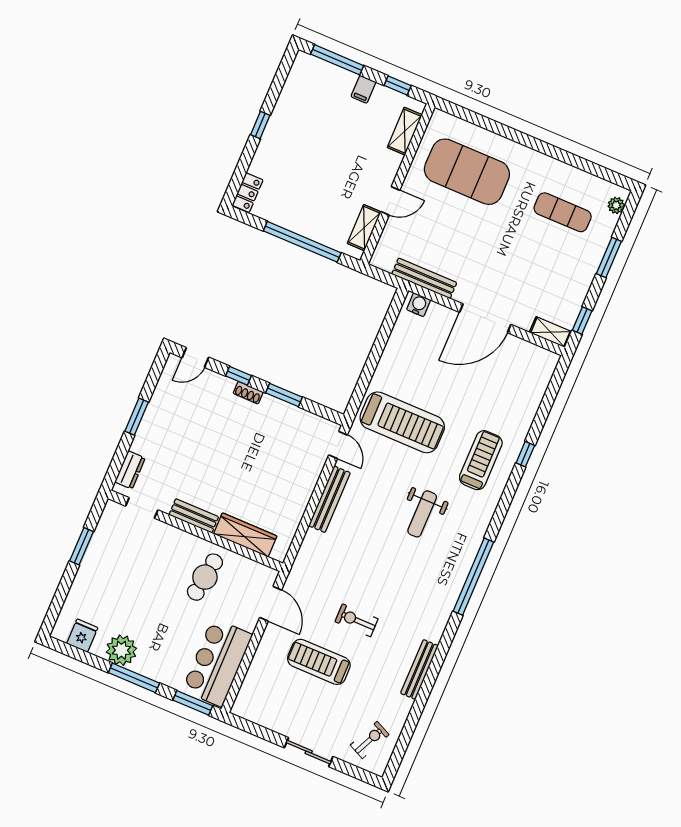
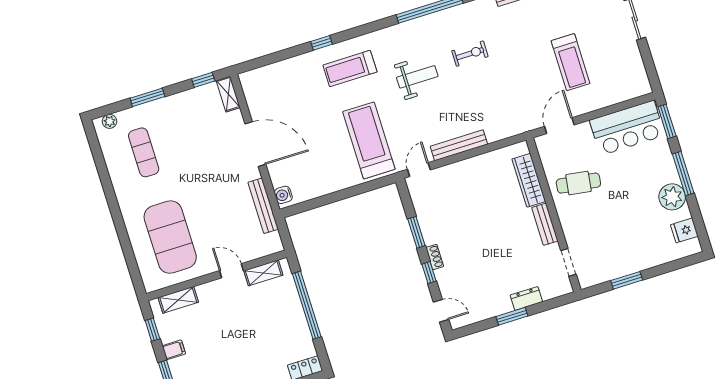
dresser: (130, 470) -> (526, 299), moved
exercise bike: (356, 620) -> (470, 54), moved, turned -90

